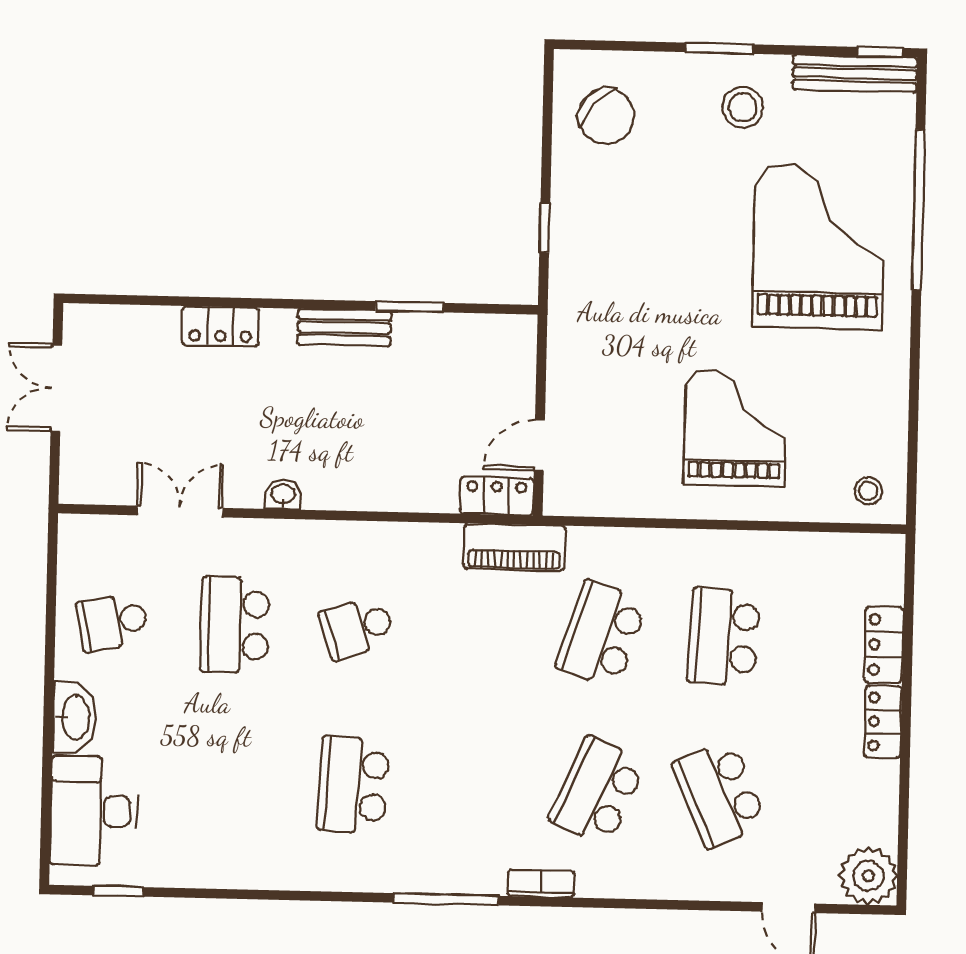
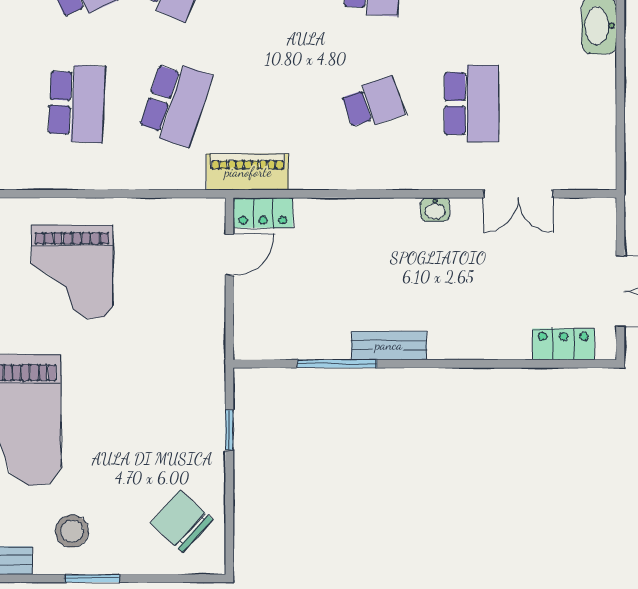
window: (409, 307) -> (337, 364), width x1.44
locker: (221, 326) -> (563, 344), moved
school desk: (113, 622) -> (570, 104), removed

